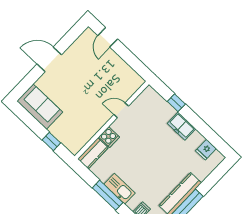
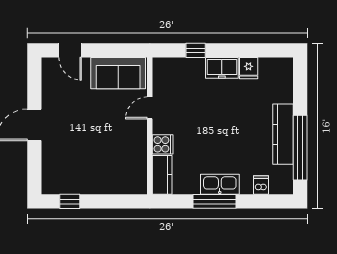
sofa: (40, 107) -> (118, 73), moved, turned 180
window: (51, 141) -> (70, 201), moved
fridge: (206, 150) -> (249, 68), moved

